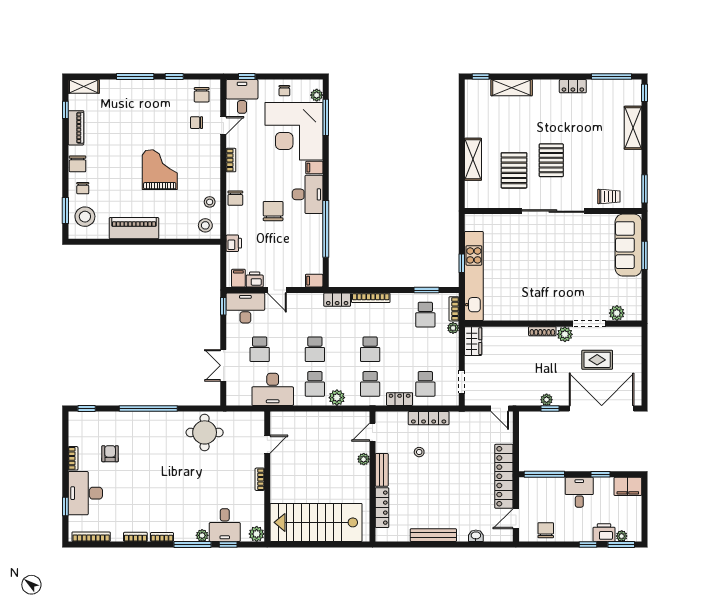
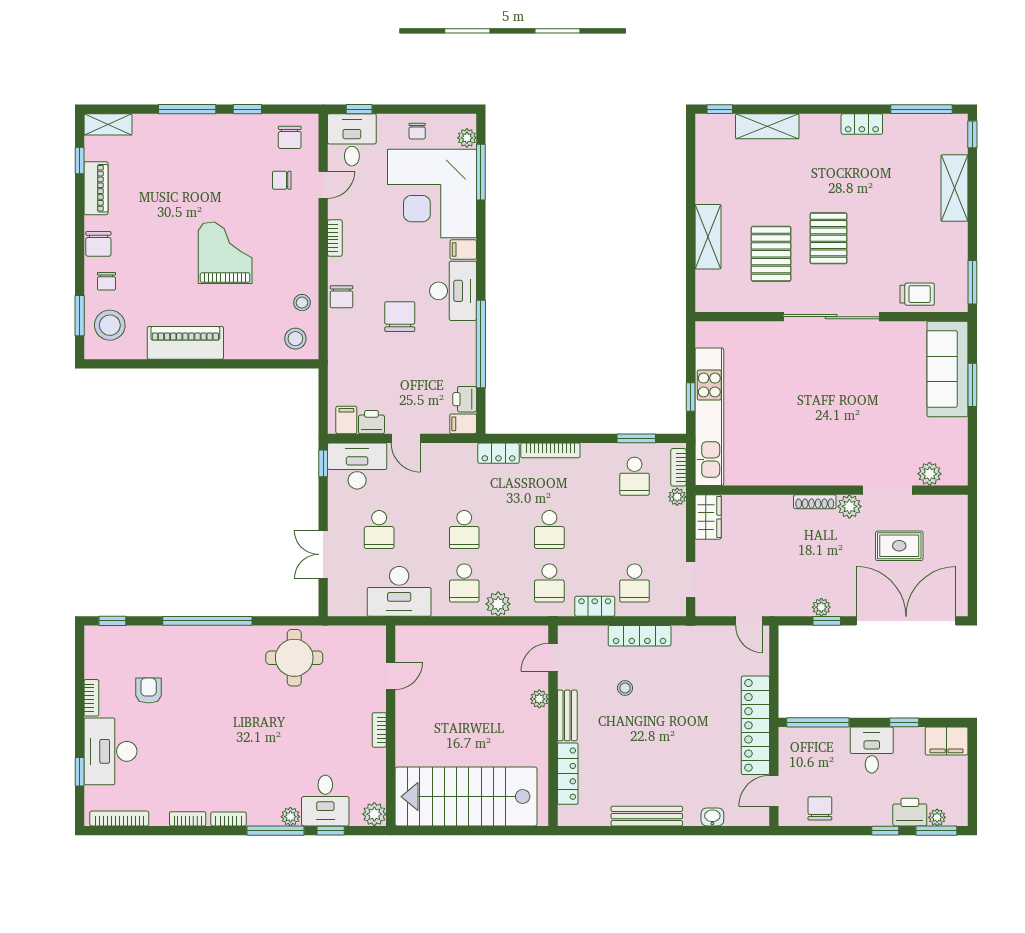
printer: (234, 243) -> (465, 399), moved, turned 180

